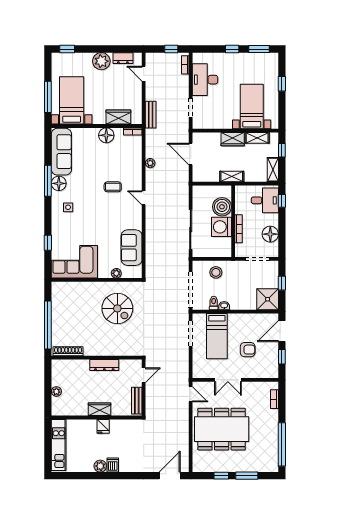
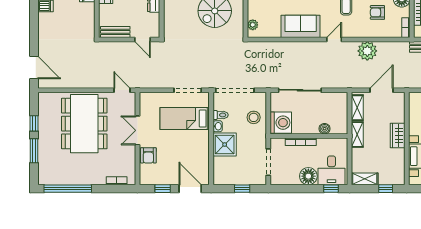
shelving: (257, 138) -> (357, 108), moved
armchair: (119, 158) -> (377, 12), added
plant: (150, 163) -> (367, 51), width x1.87, depth x1.87
boiler: (222, 207) -> (325, 129), width x0.54, depth x0.54
washing machine: (221, 227) -> (281, 123), moved, turned 90
floor lamp: (270, 234) -> (308, 176), moved
sofa: (132, 248) -> (301, 26), moved
plant: (116, 273) -> (253, 25), moved
shower: (268, 299) -> (225, 145), moved
armchair: (248, 350) -> (148, 155), moved
door: (191, 394) -> (122, 90), swing flipped

